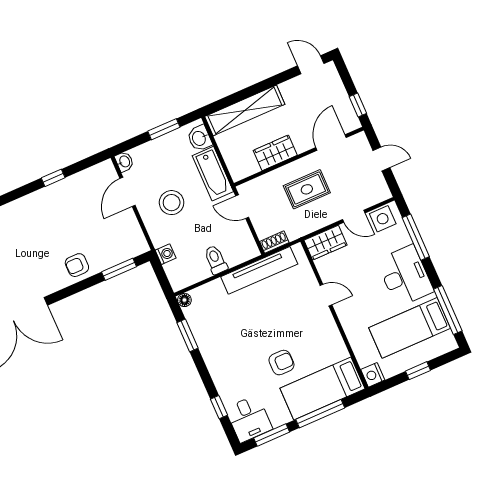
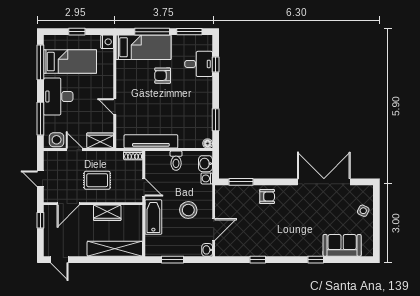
washbasin: (199, 138) -> (205, 164), moved, turned 180
desk: (249, 419) -> (199, 64), moved, turned 90

